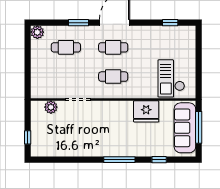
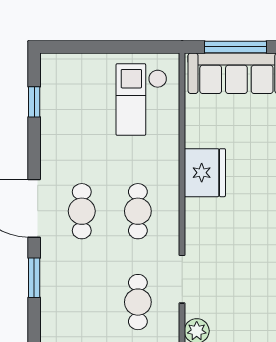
cafe table: (66, 47) -> (138, 302), moved
checkout: (171, 78) -> (141, 100), turned 90
fridge: (146, 111) -> (205, 173), moved

